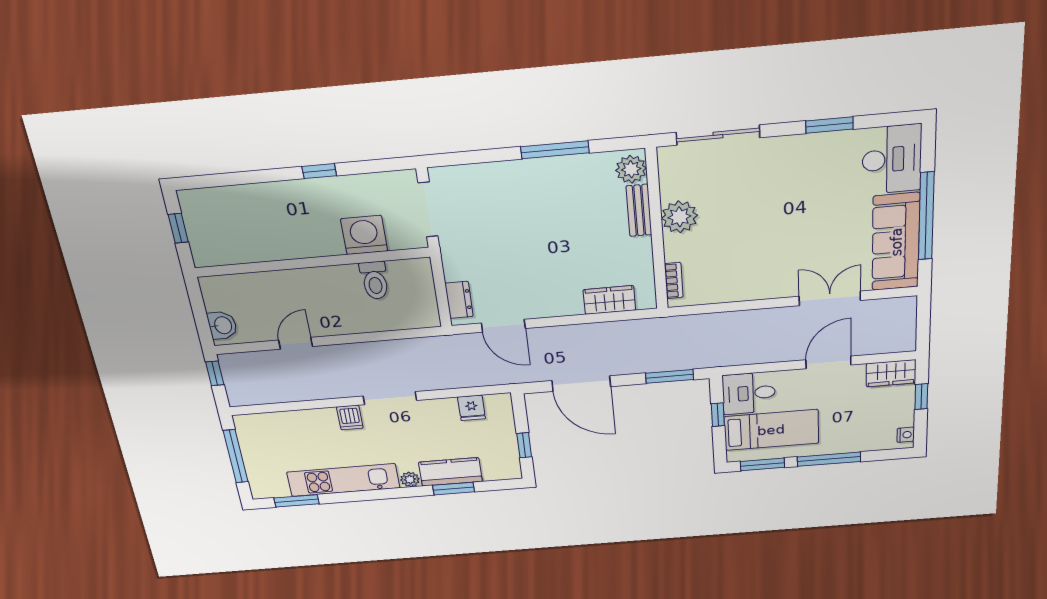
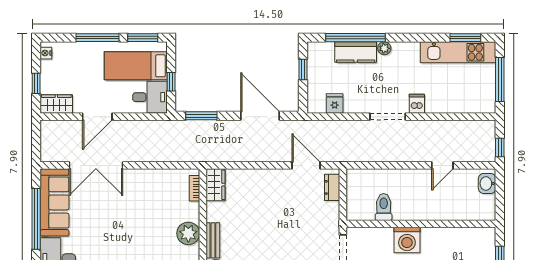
washing machine: (364, 235) -> (407, 240), moved
double door: (830, 298) -> (96, 165), width x1.37
wardrobe: (609, 300) -> (216, 185), moved, turned -90
kitchen unit: (343, 480) -> (458, 52), moved
window: (454, 489) -> (355, 38), width x2.11

